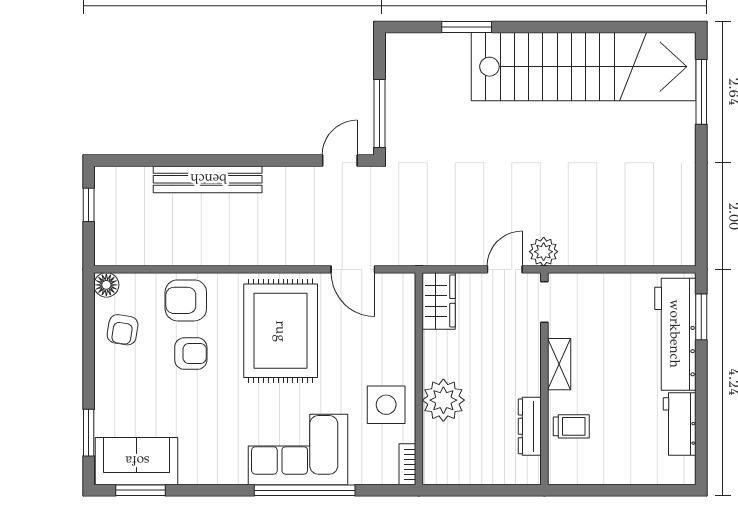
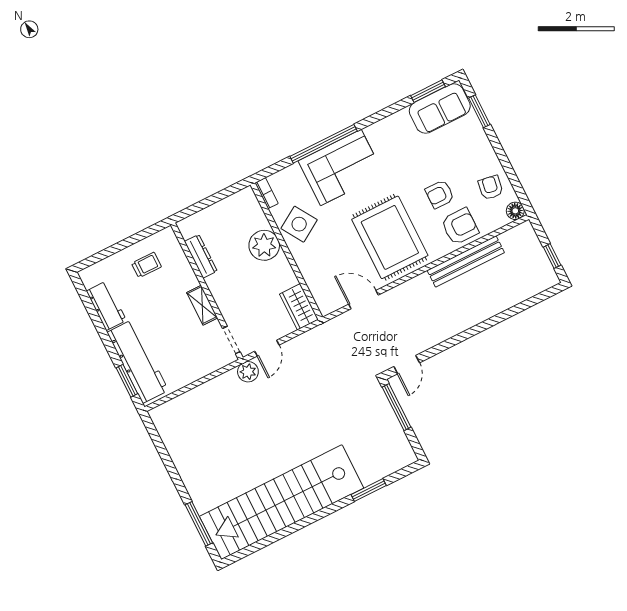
bench: (208, 179) -> (466, 261), moved
side table: (386, 405) -> (299, 224), turned -32
trolley: (571, 426) -> (146, 265), moved, turned 180

